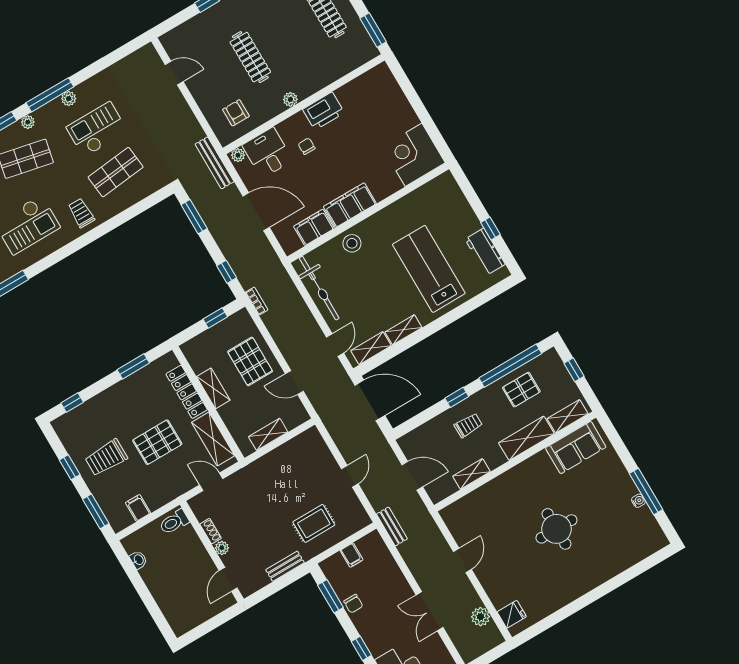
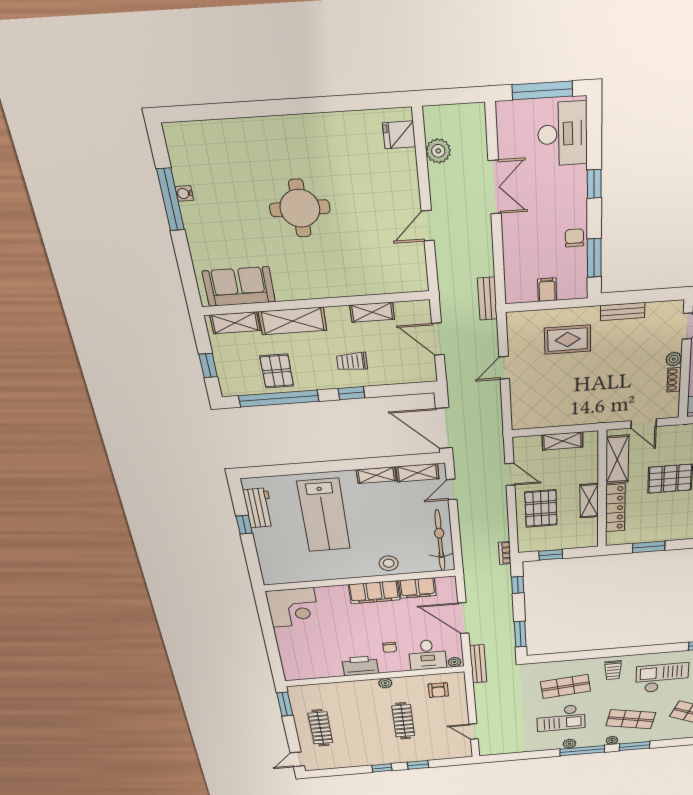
pallet: (521, 390) -> (277, 371), turned 90

